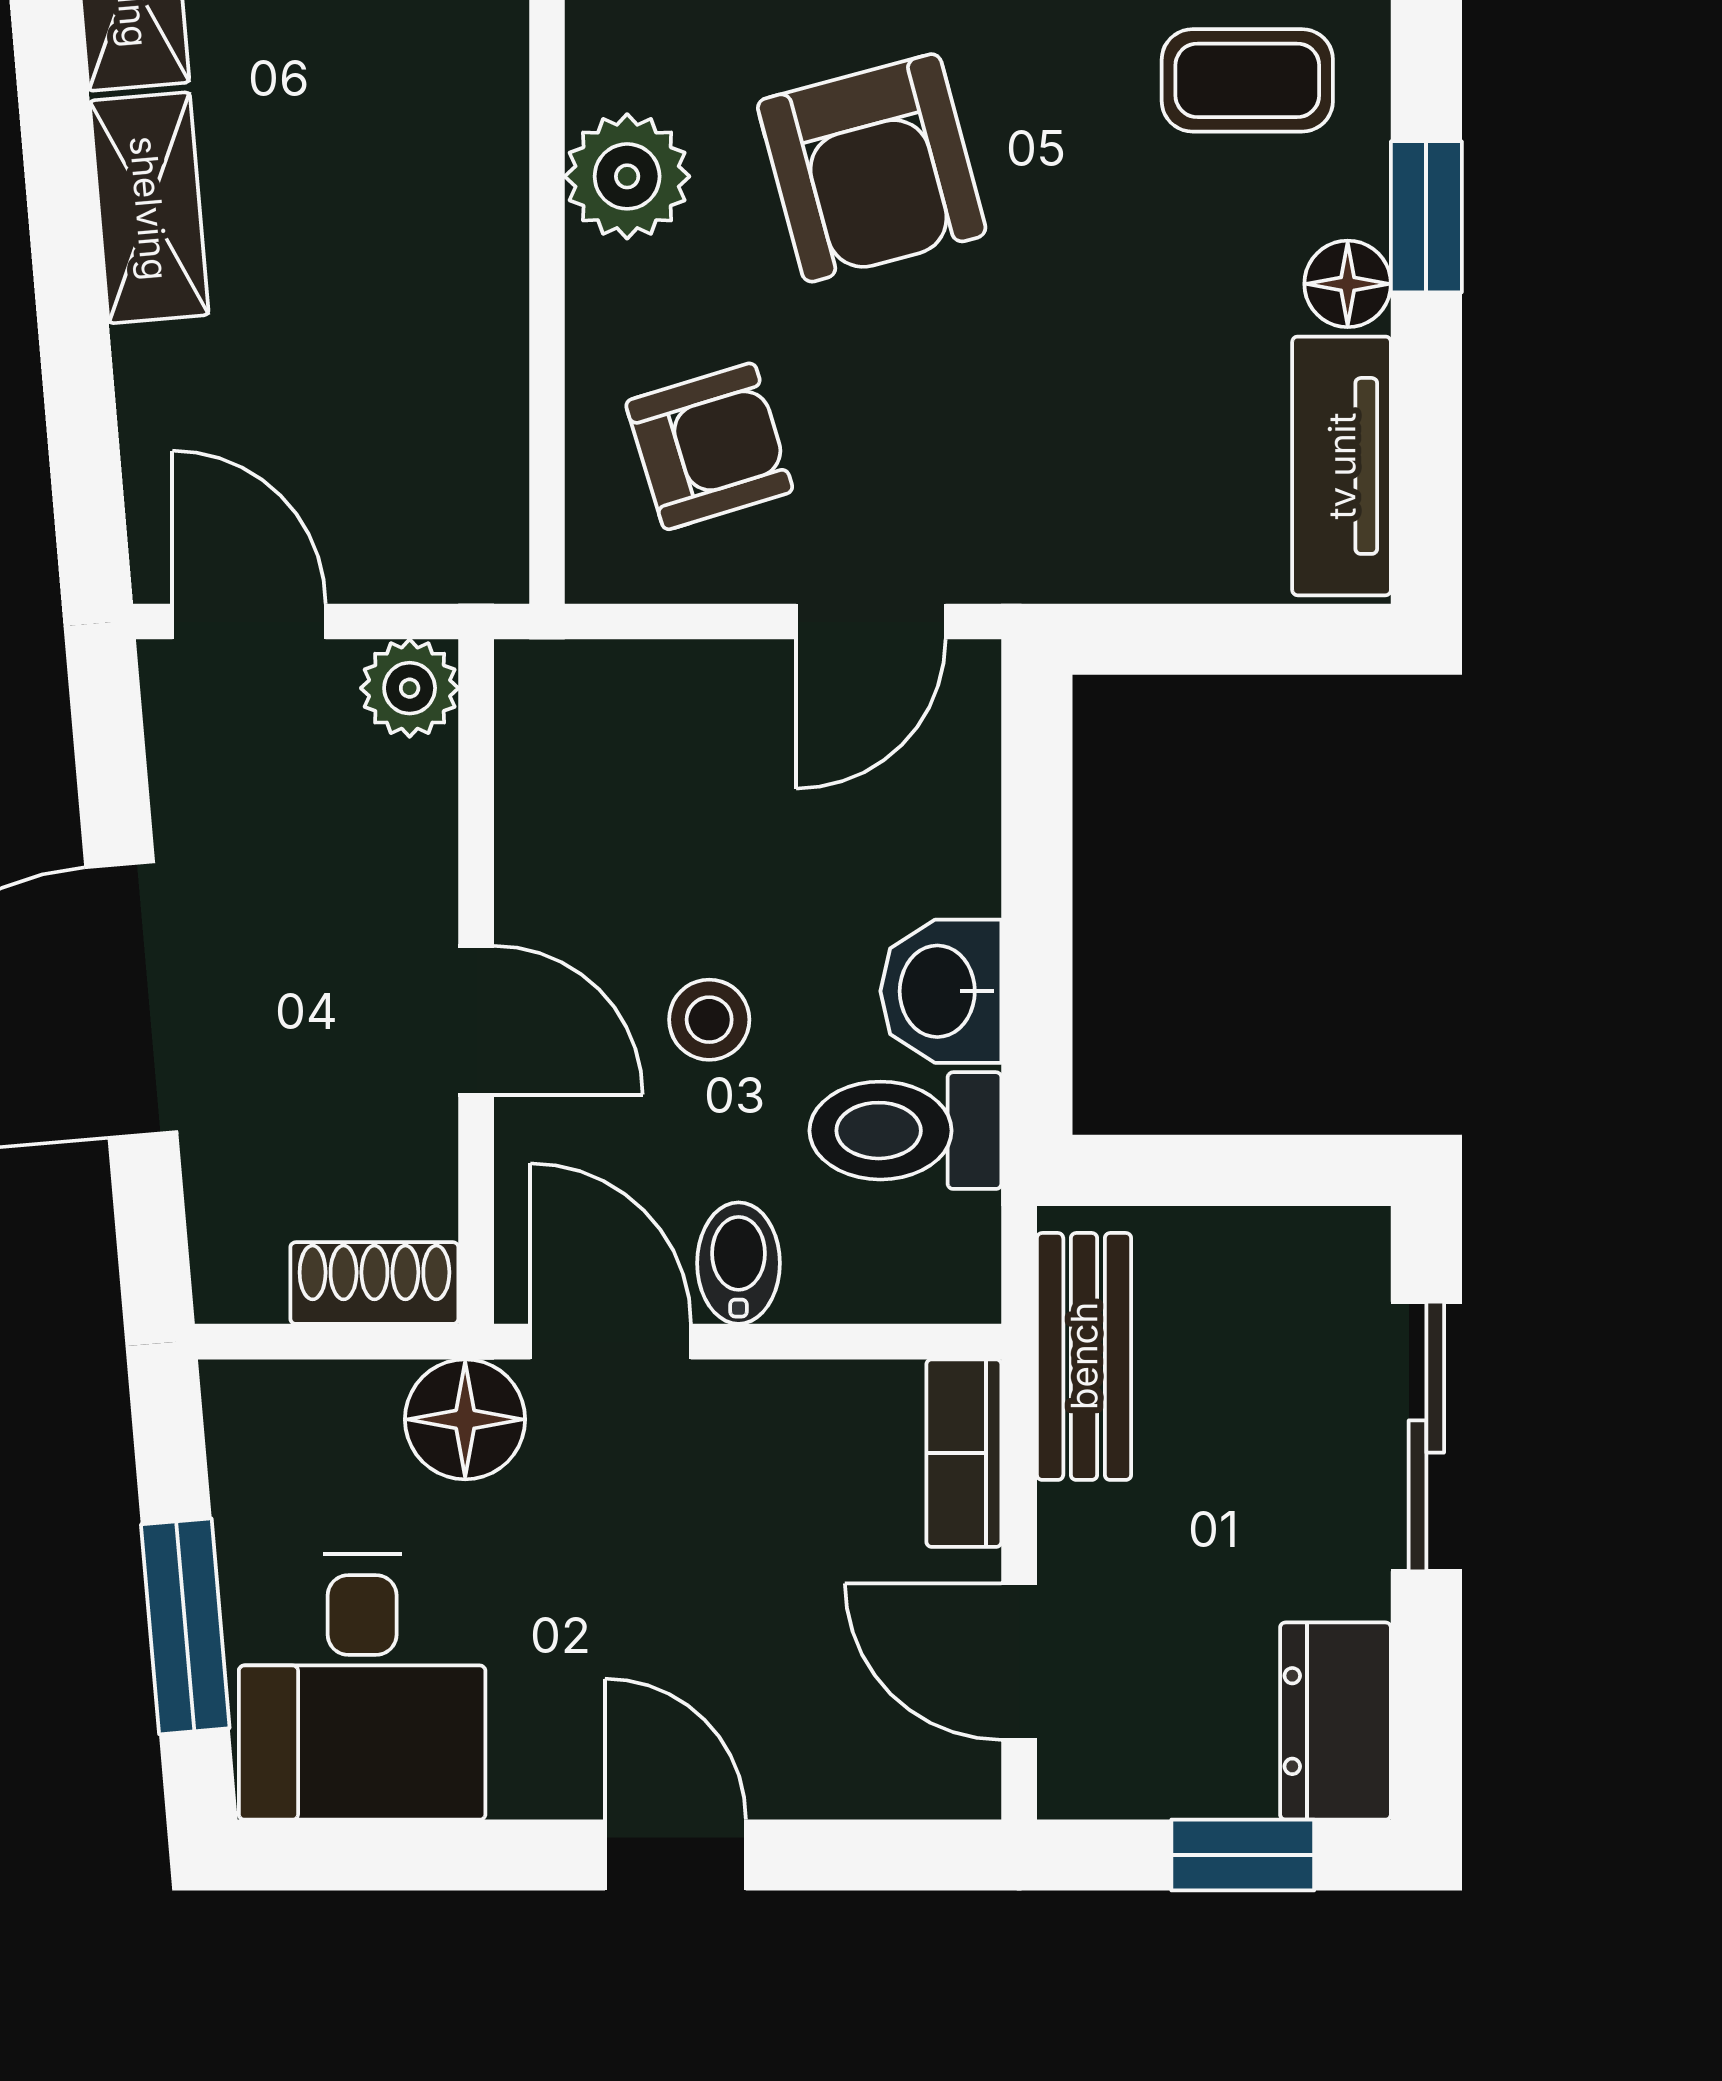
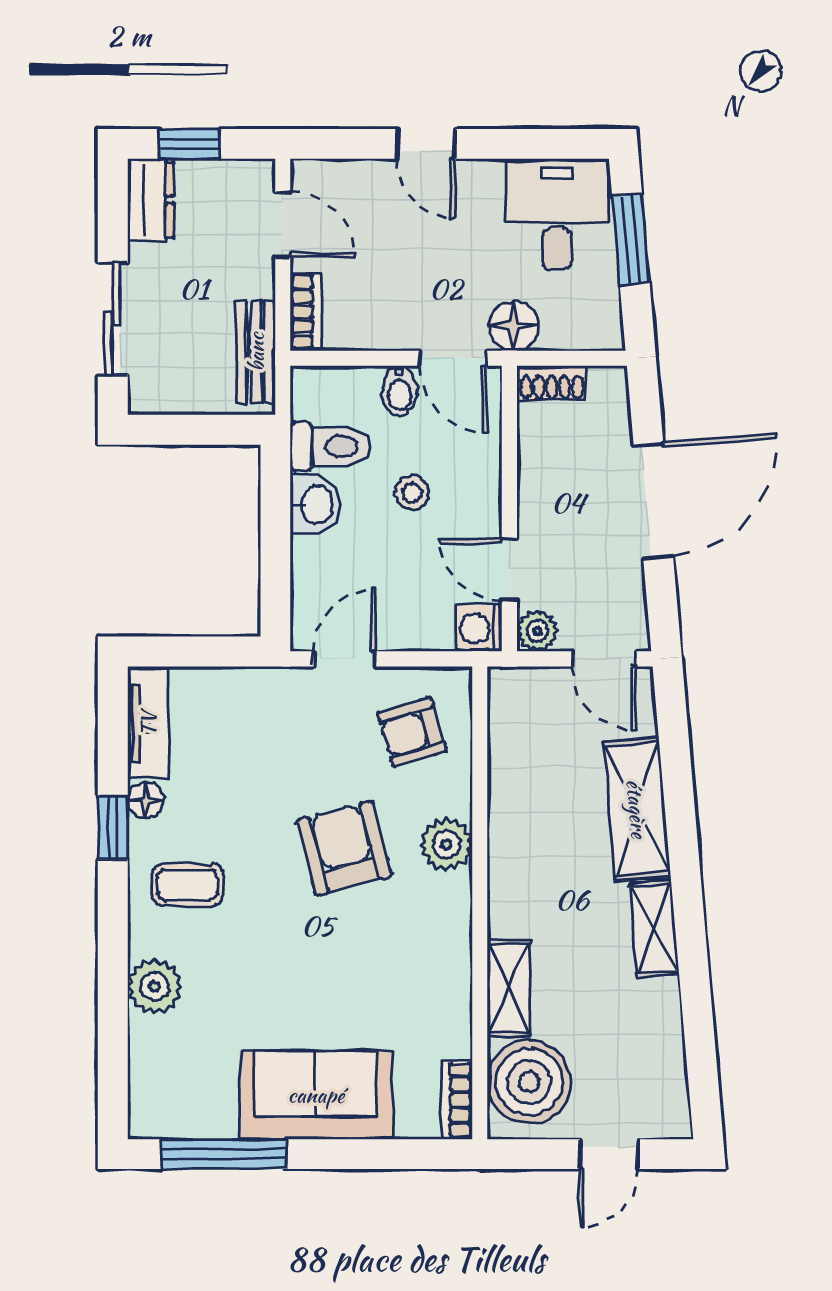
shelving: (149, 208) -> (637, 809), width x1.50, depth x1.33
washing machine: (549, 695) -> (479, 628), added
door: (476, 1020) -> (509, 569), moved

